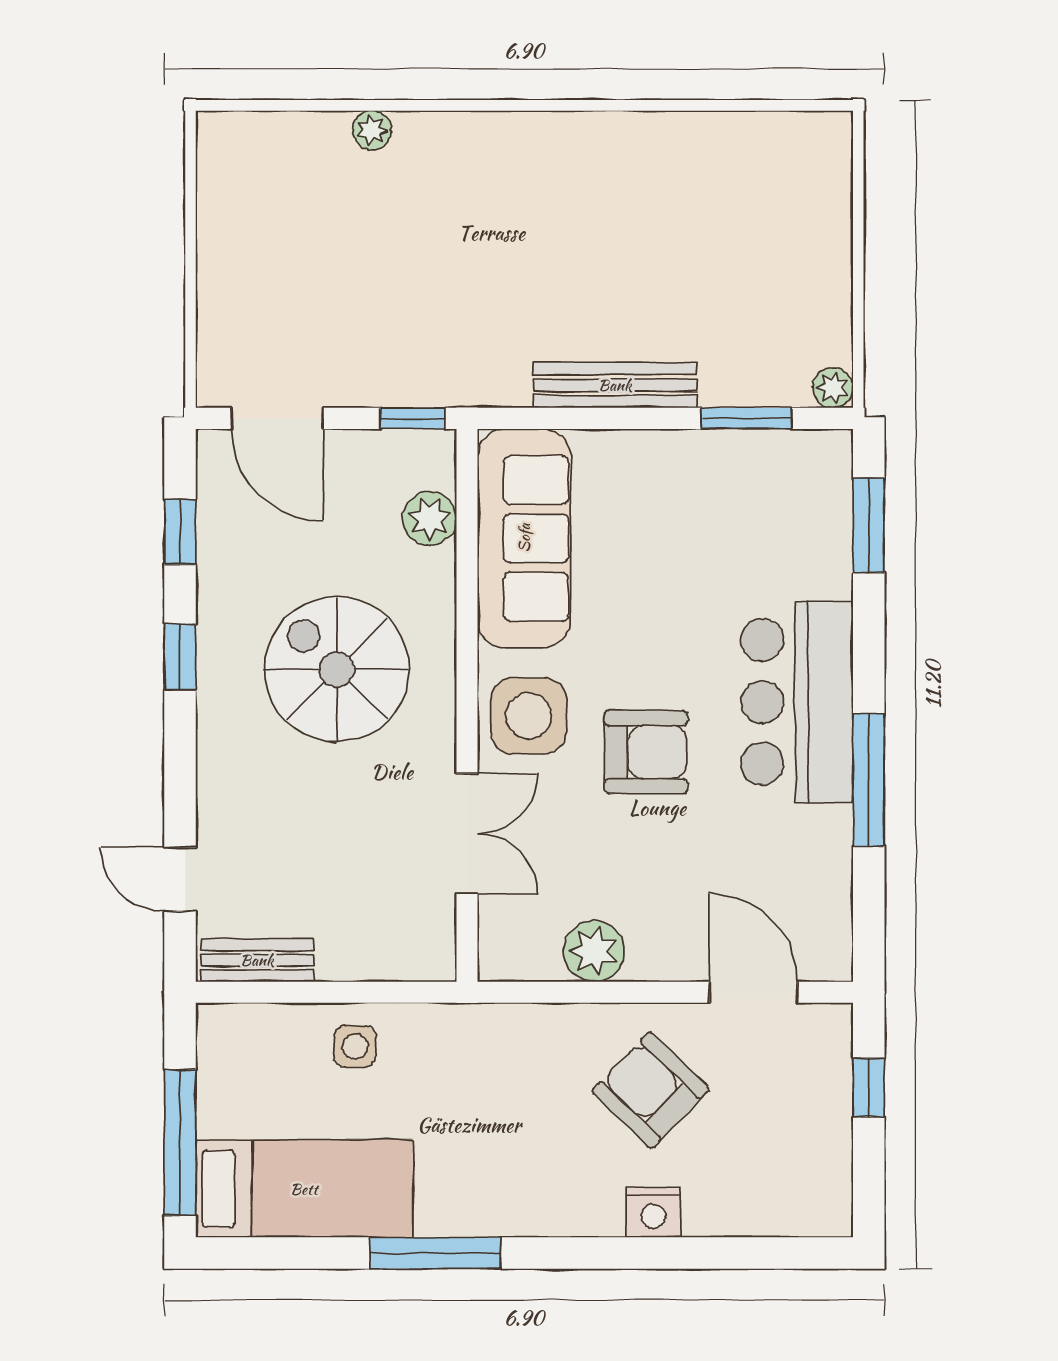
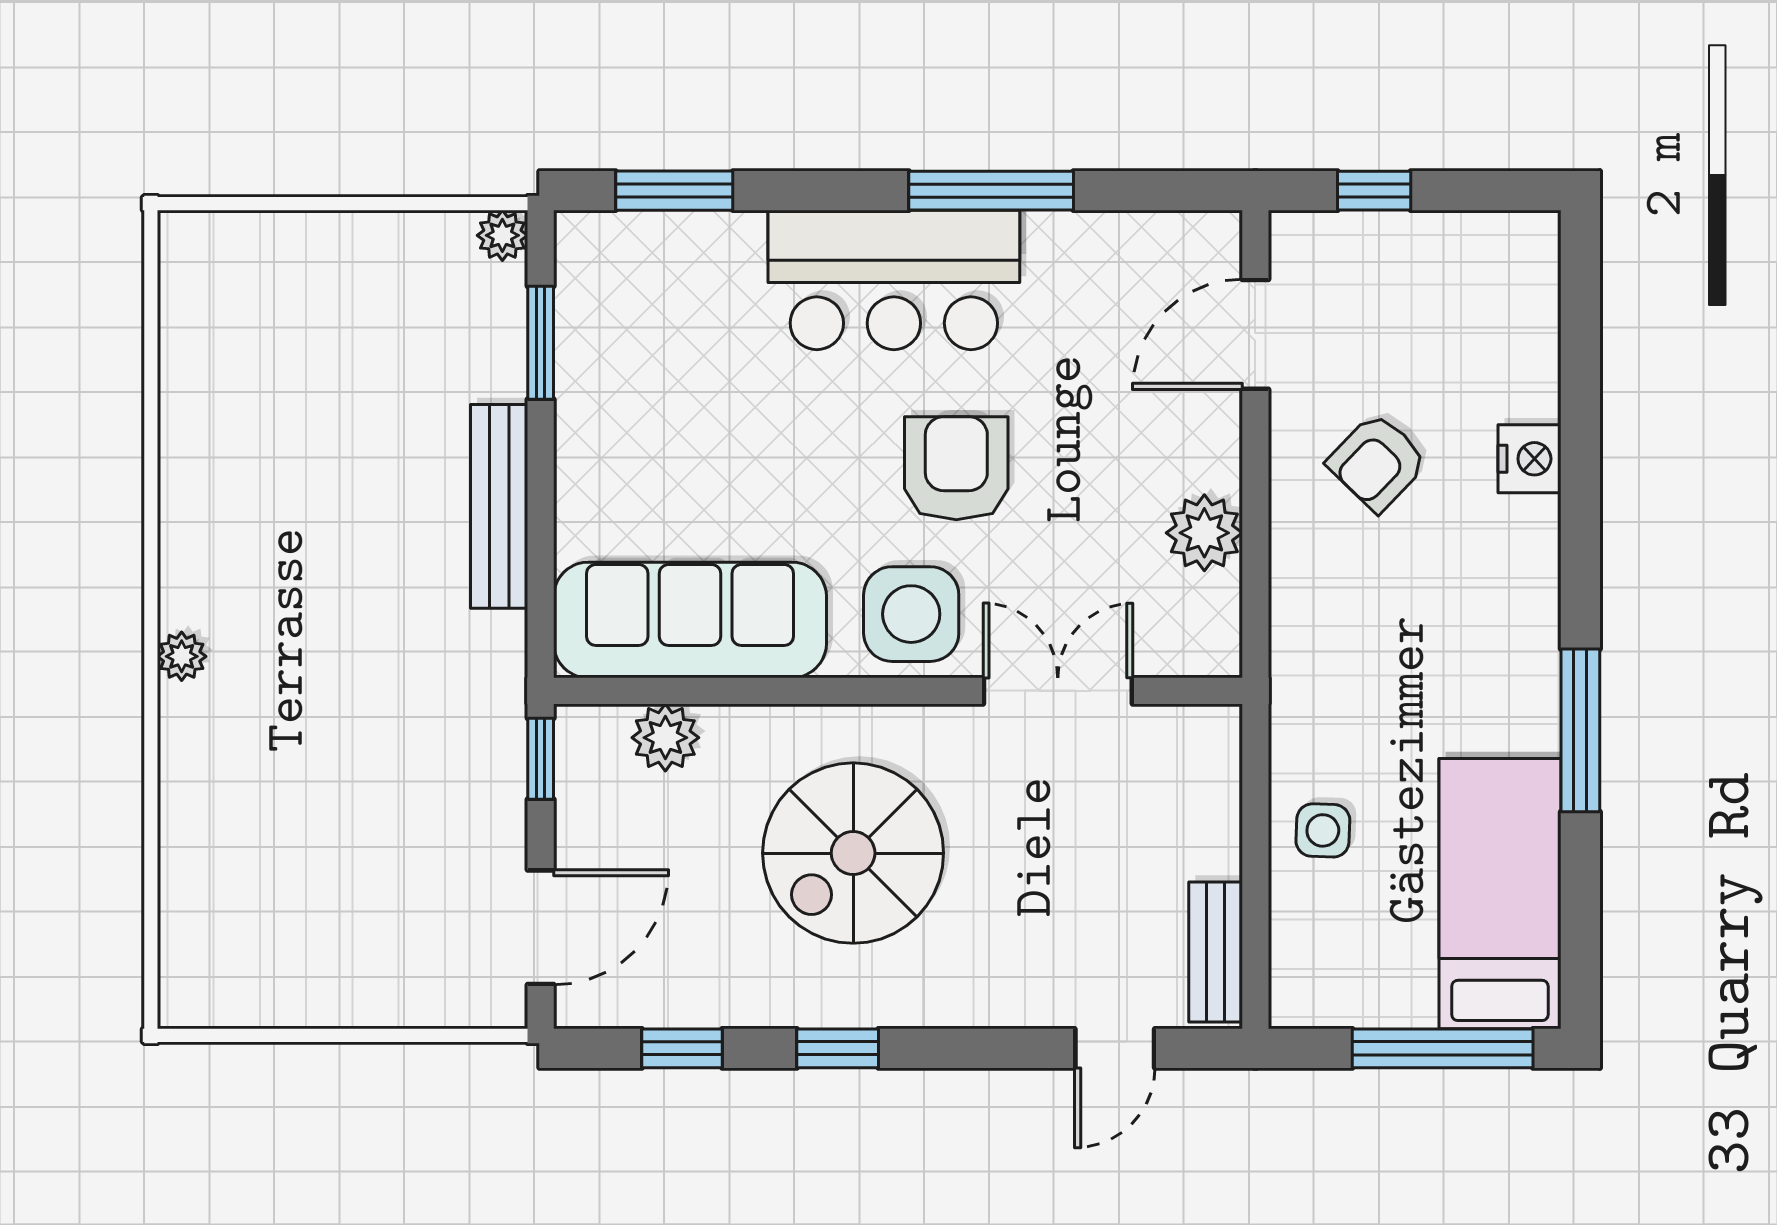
plant: (372, 130) -> (182, 656), moved
armchair: (651, 1090) -> (1377, 462), width x0.72, depth x0.72

